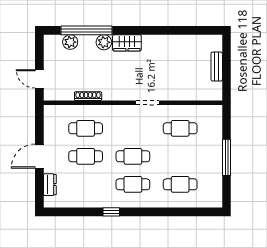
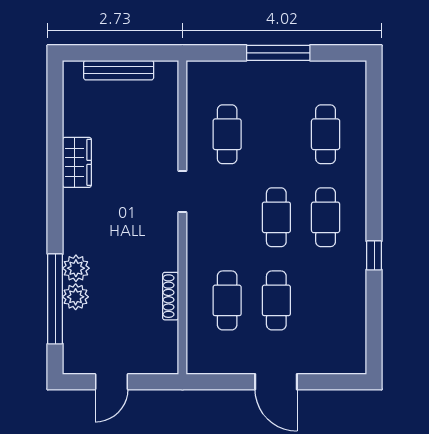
plant: (70, 42) -> (76, 297), moved
wardrobe: (127, 43) -> (77, 162), moved
bench: (217, 67) -> (119, 70), width x1.36
door: (39, 79) -> (111, 382), moved
dresser: (50, 185) -> (326, 363), removed

